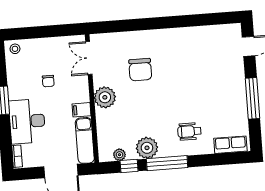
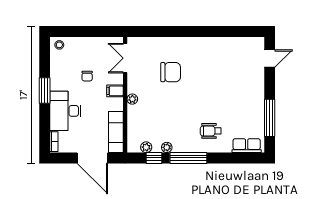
chair: (140, 70) -> (171, 72), turned -90
plant: (105, 97) -> (132, 99), width x0.53, depth x0.53
window: (253, 98) -> (270, 118), moved
filing cabinet: (82, 110) -> (115, 91), moved
plant: (147, 148) -> (167, 147), width x0.53, depth x0.53

